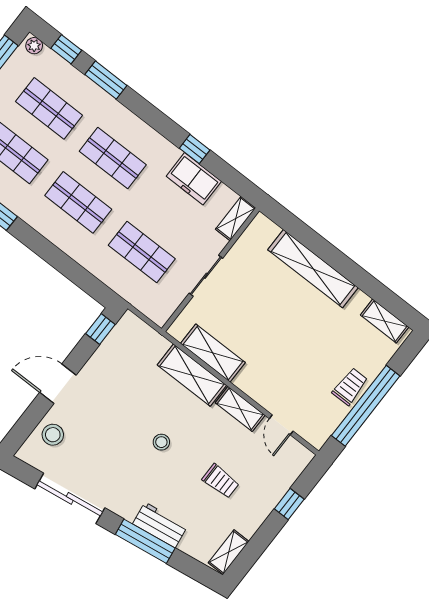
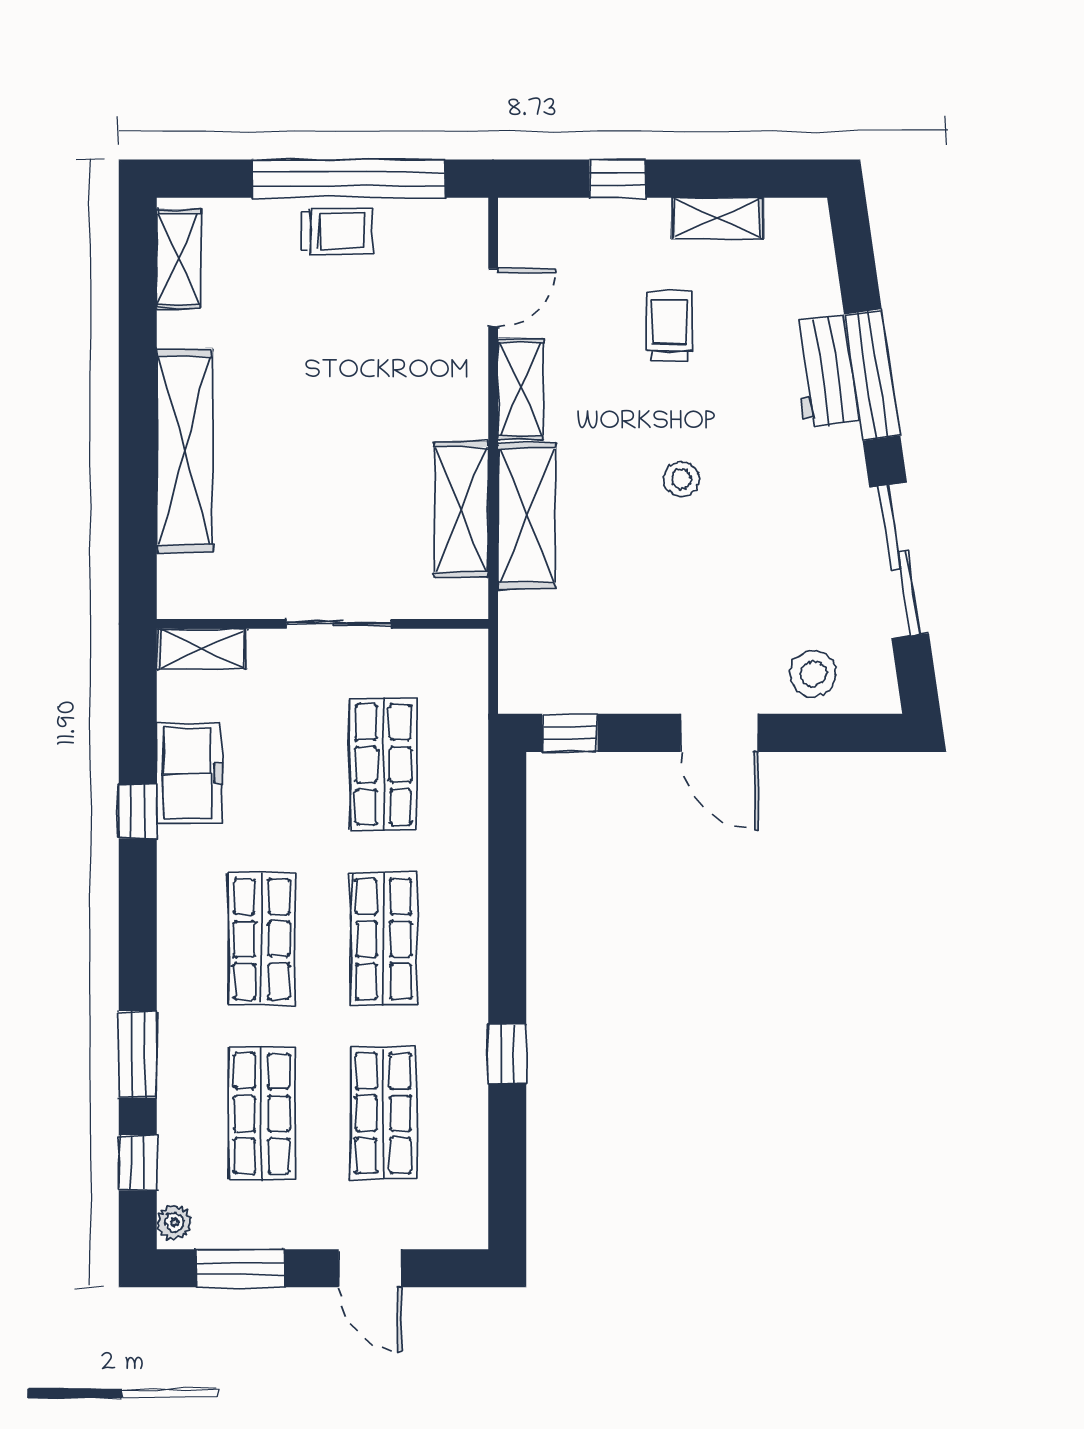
trolley: (350, 386) -> (336, 231), turned 180
shelving: (229, 552) -> (717, 218), moved

